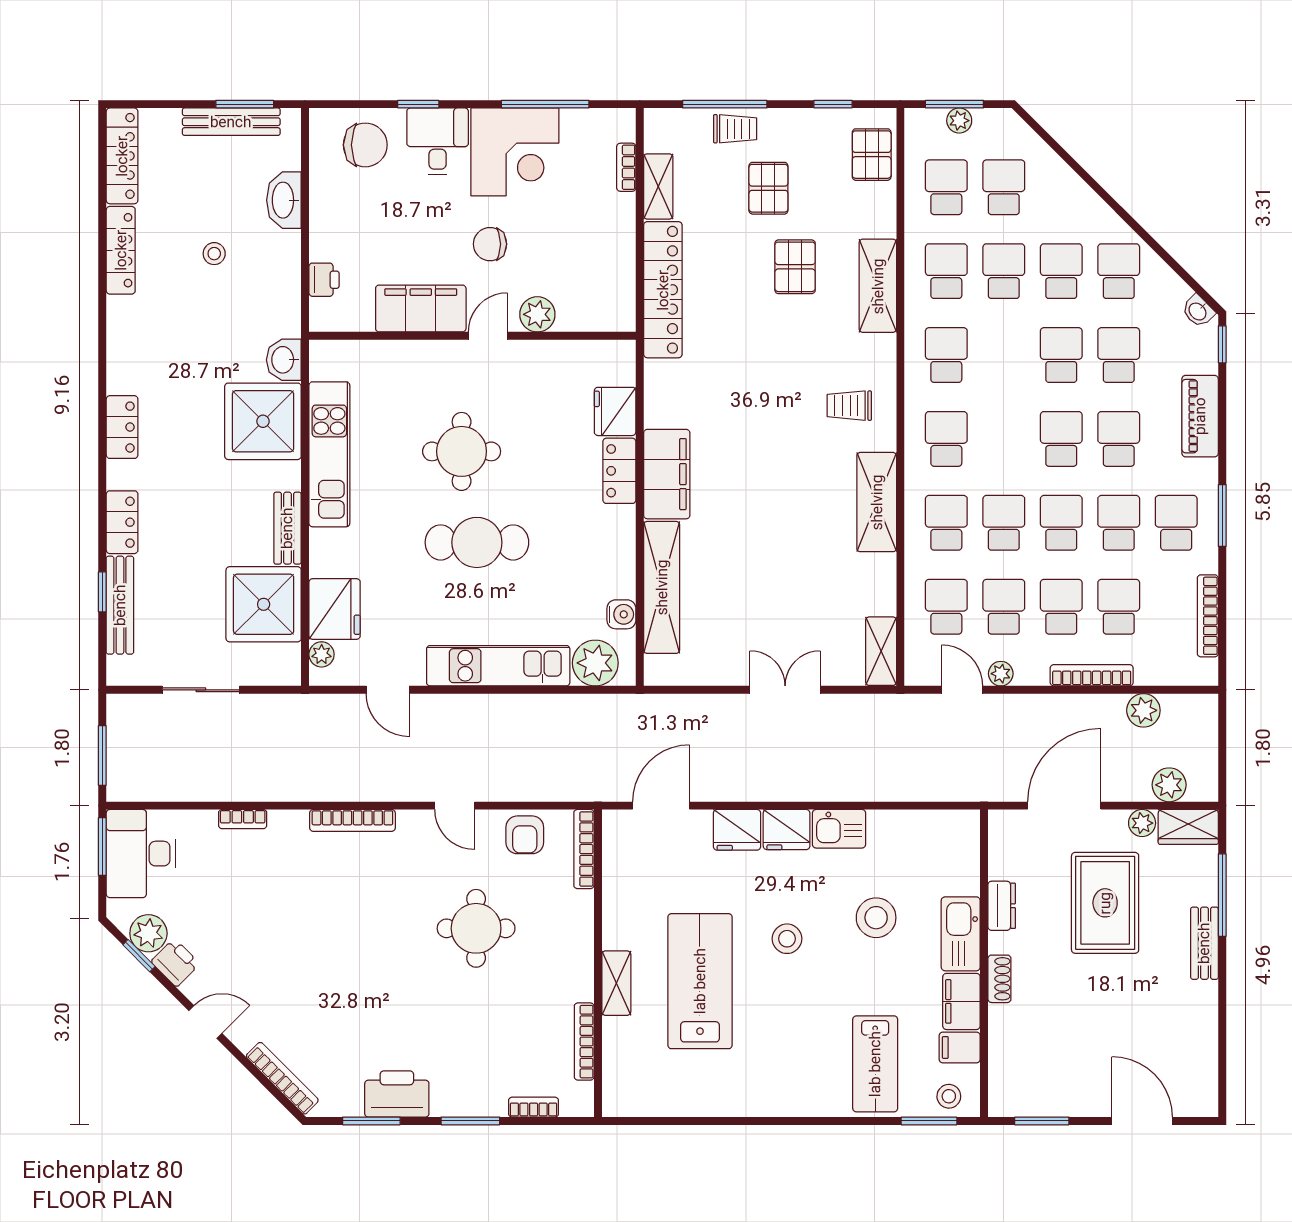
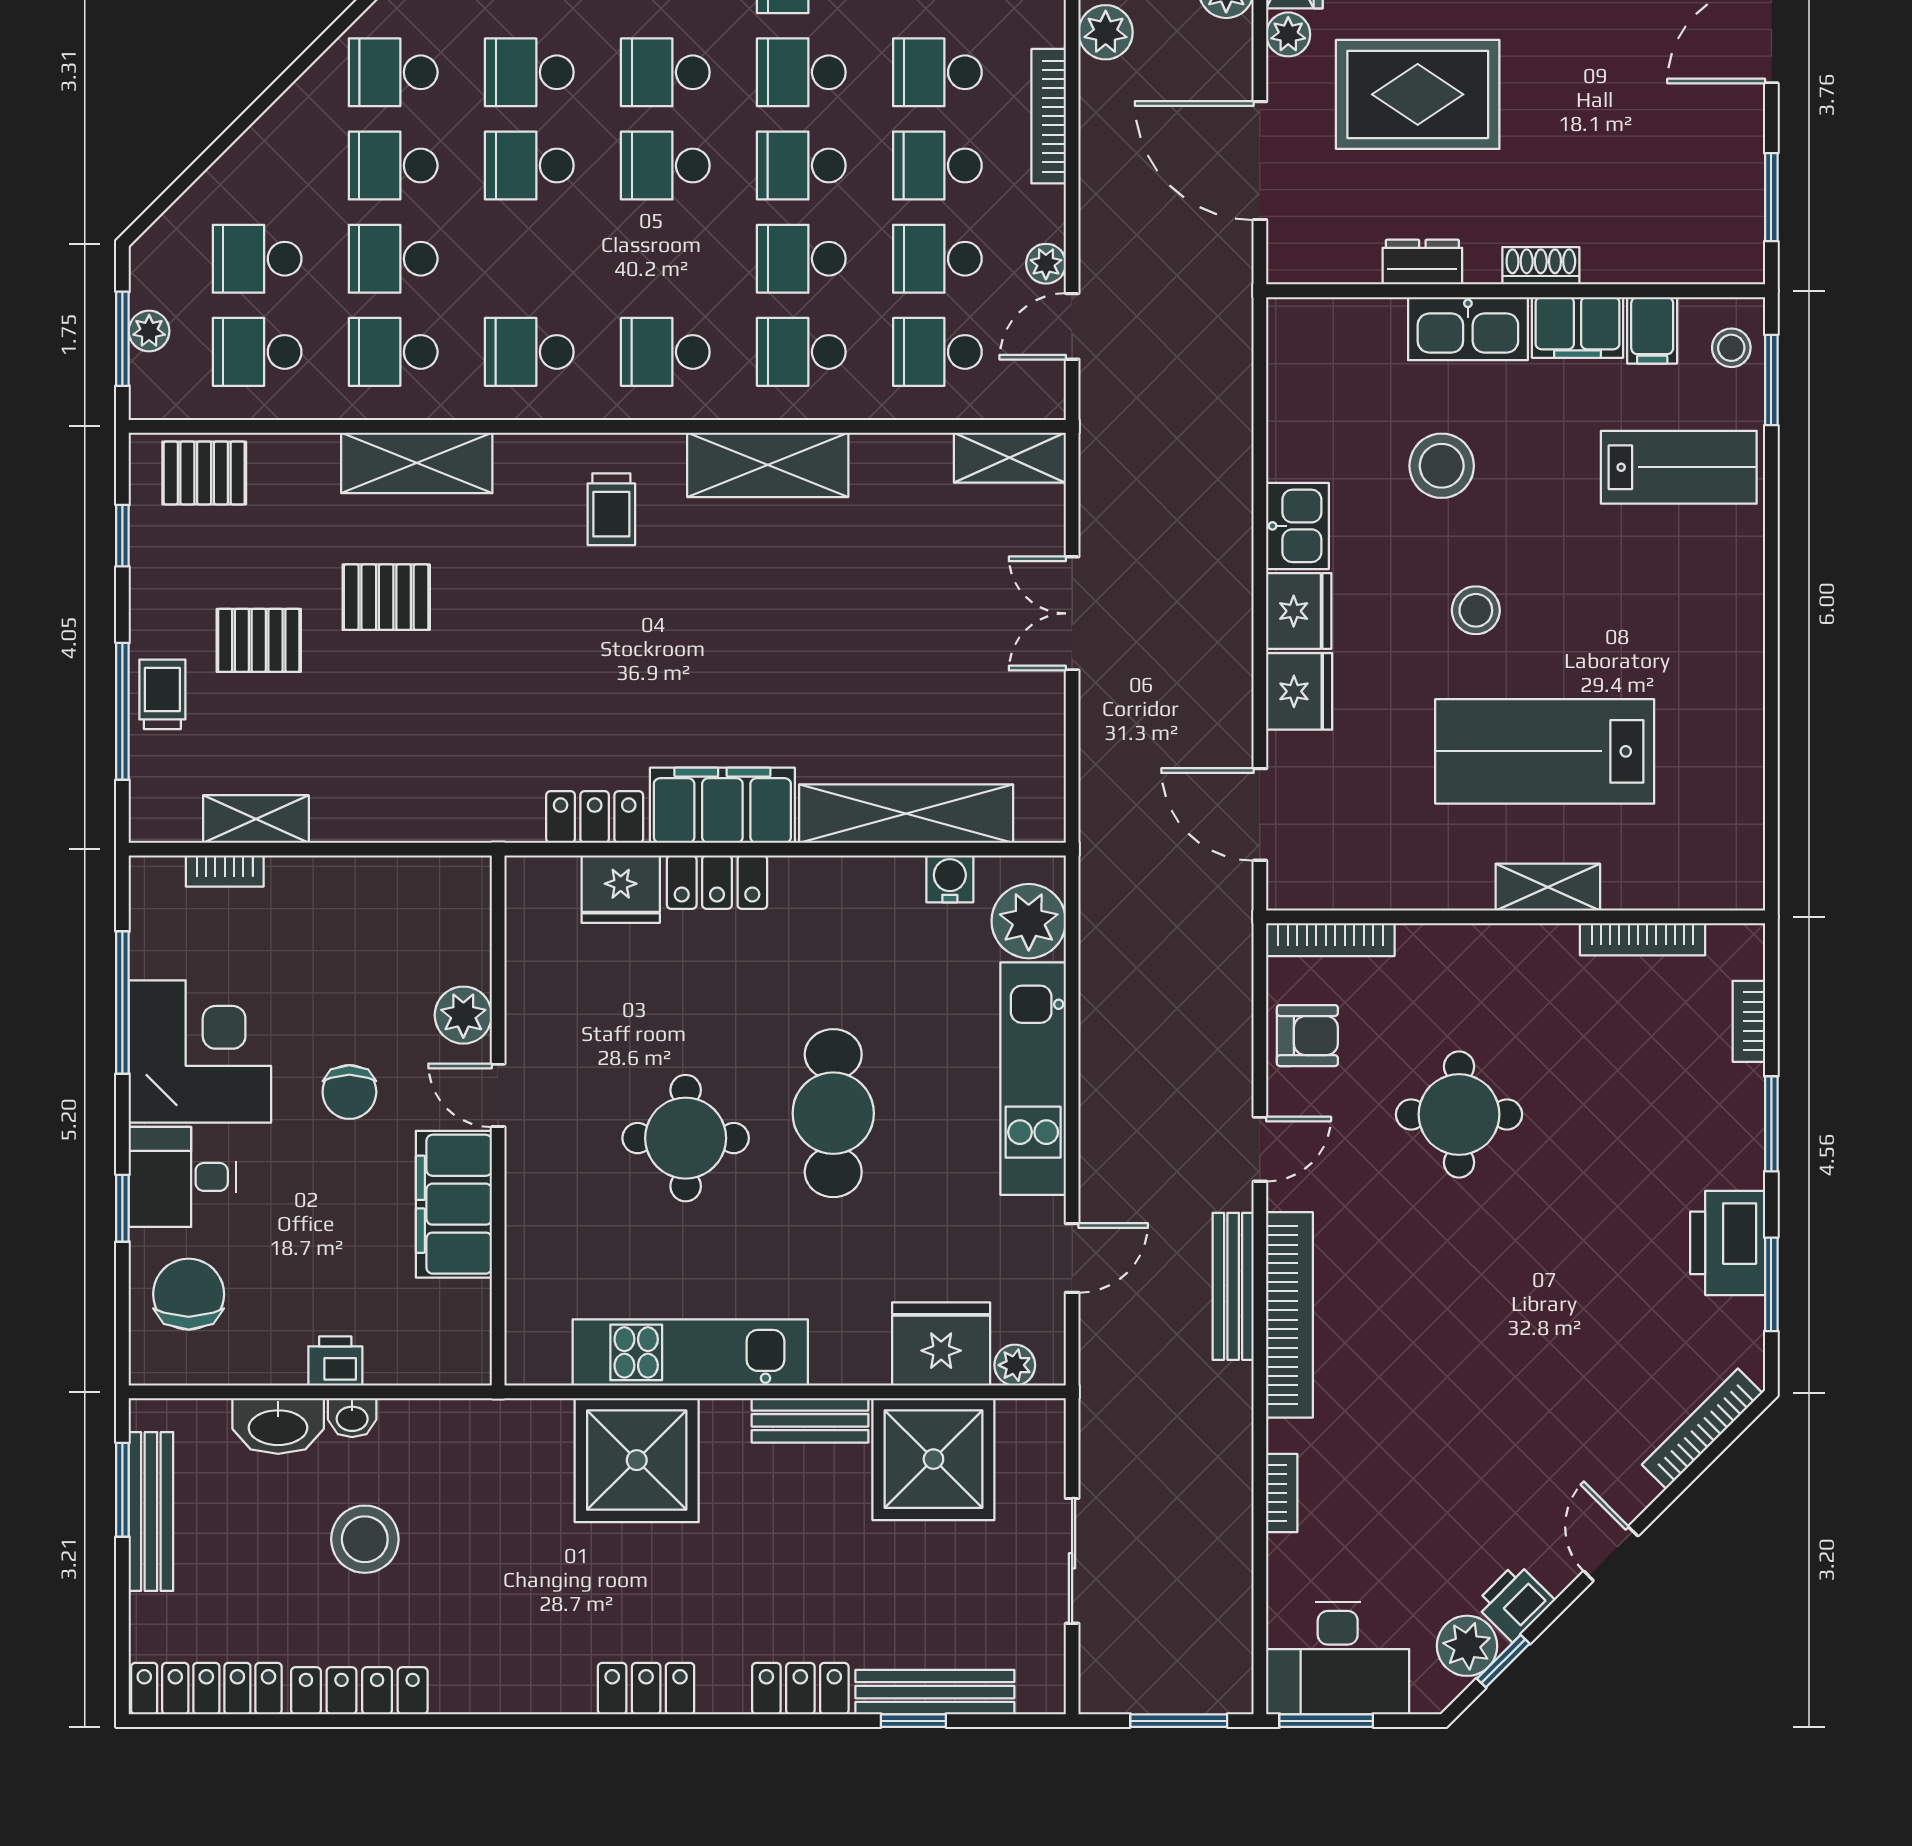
stool: (214, 254) -> (365, 1539), width x1.89, depth x1.89
printer: (324, 280) -> (335, 1361), moved
locker: (663, 290) -> (595, 817), moved, width x0.46, depth x0.83
washbasin: (284, 360) -> (352, 1418), moved, width x0.72, depth x0.69
bench: (370, 789) -> (1233, 1286), added
bookcase: (352, 820) -> (1290, 1315), width x1.48, depth x1.31

